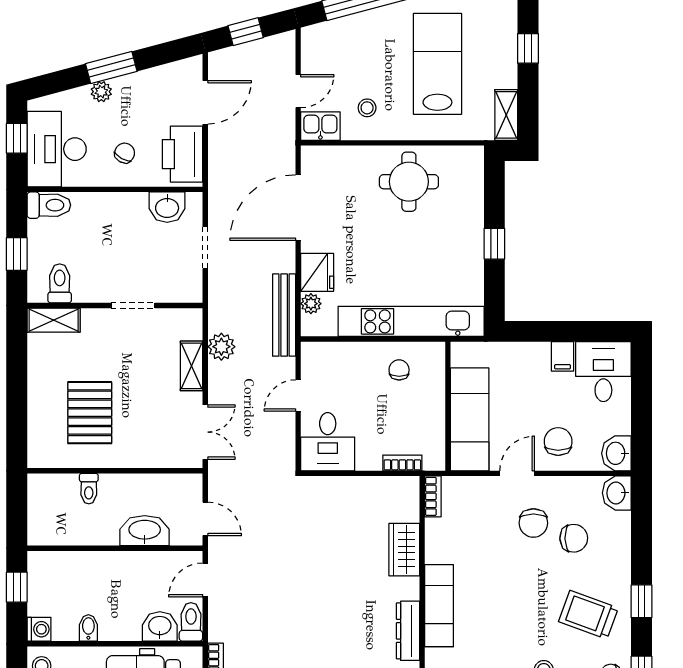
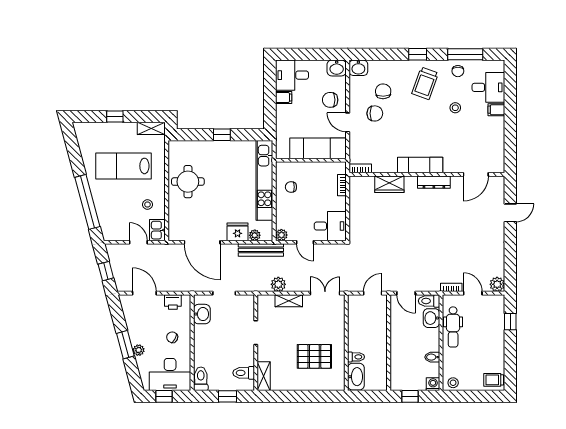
printer: (182, 154) -> (173, 302), width x0.53, depth x0.68
plant: (312, 352) -> (281, 235), added
washbasin: (145, 531) -> (356, 377), moved, turned 180

